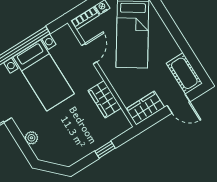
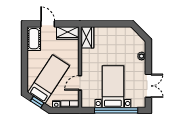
wardrobe: (105, 99) -> (87, 37), moved
window: (105, 150) -> (105, 24), removed

